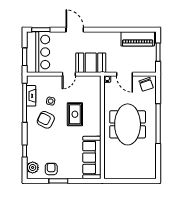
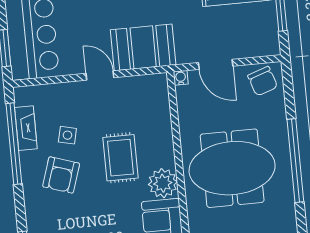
door: (69, 74) -> (100, 76), swing flipped
armchair: (46, 120) -> (61, 175), turned -98
meeting table: (128, 124) -> (232, 168), turned 90
plant: (94, 128) -> (163, 183), added

